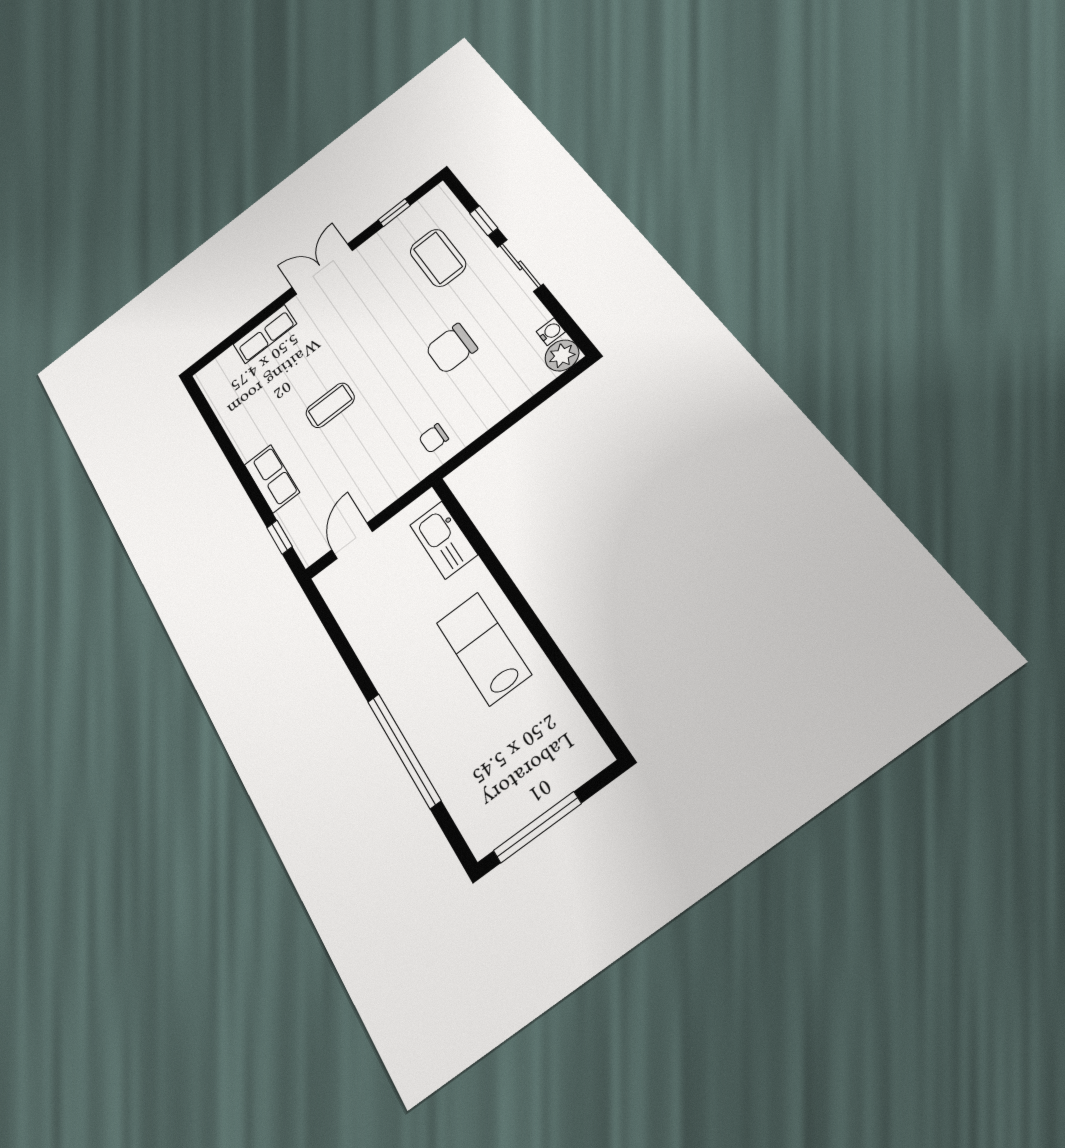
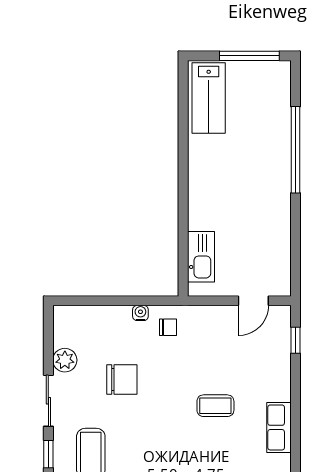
water cooler: (551, 332) -> (140, 313), moved, turned 90
plant: (562, 355) -> (65, 360), moved
row of seats: (272, 479) -> (279, 427), moved
lab bench: (483, 648) -> (209, 98), moved

